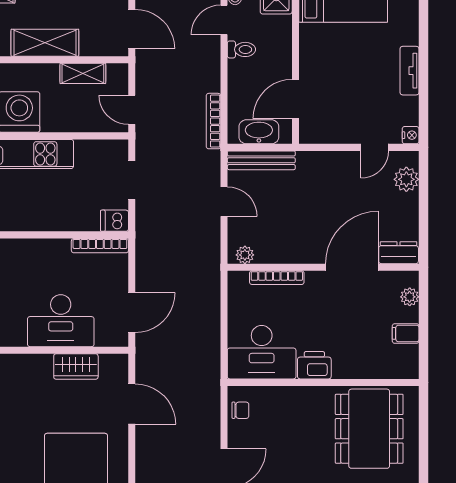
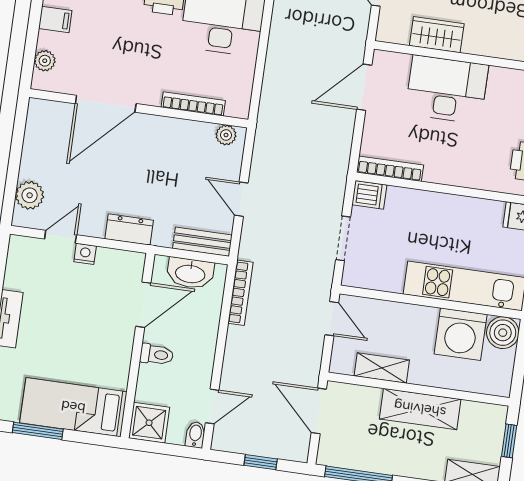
toilet: (241, 49) -> (157, 354), moved, turned 180
nightstand: (411, 135) -> (85, 254), moved, turned 90
bench: (261, 160) -> (202, 242), width x0.73
dresser: (399, 253) -> (129, 230), moved, turned 180

